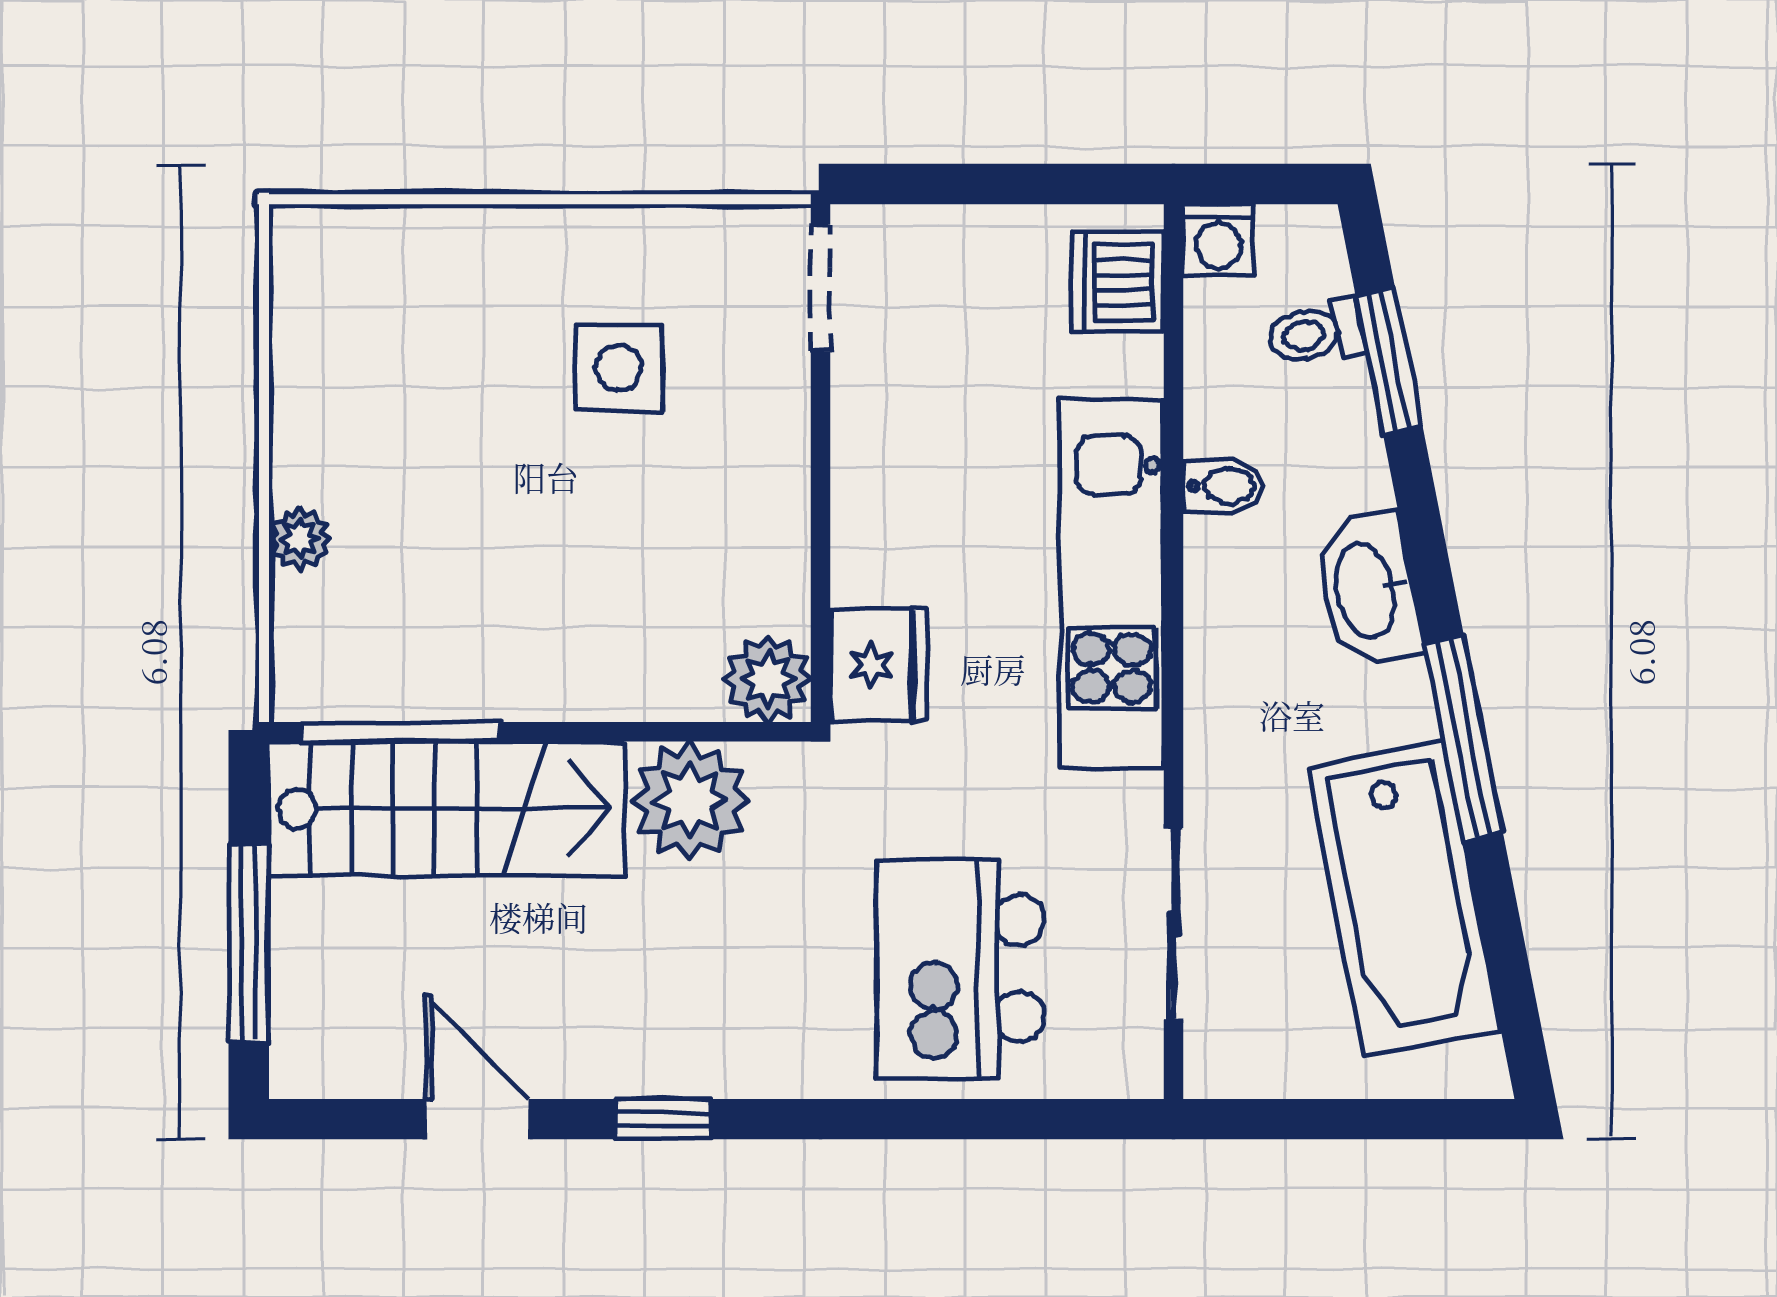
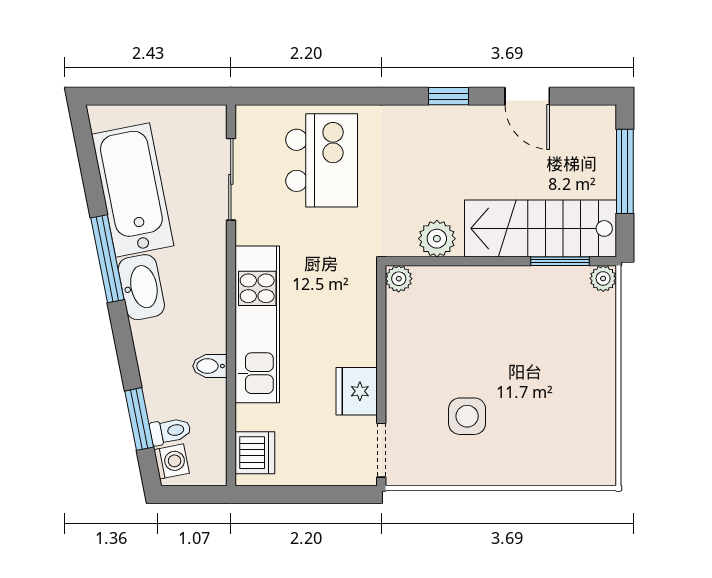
washing machine: (1219, 240) -> (172, 461), moved, turned 79
plant: (300, 538) -> (603, 278), moved
washbasin: (1368, 590) -> (141, 287), moved
fridge: (878, 665) -> (357, 391), moved
plant: (768, 679) -> (399, 279), width x0.73, depth x0.73
window: (401, 732) -> (560, 261), width x0.69
plant: (690, 800) -> (437, 239), width x0.73, depth x0.73

